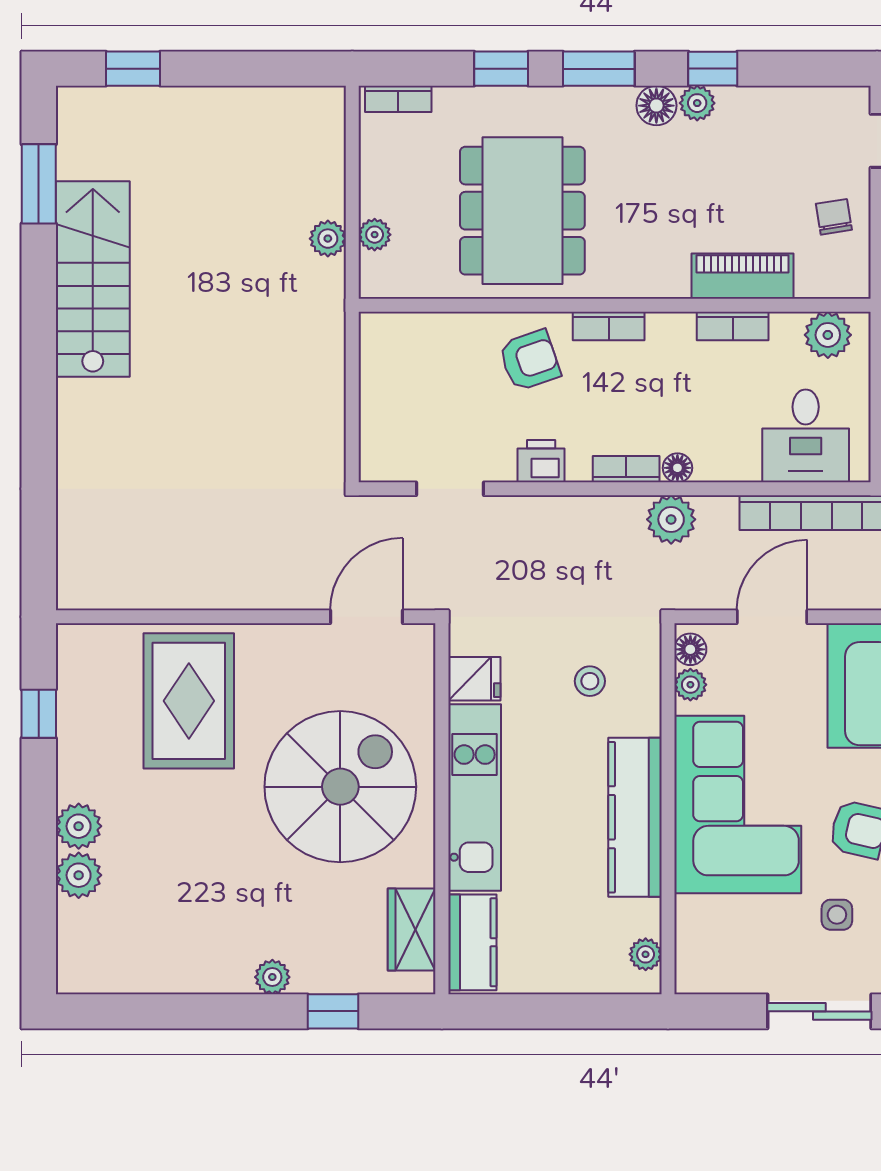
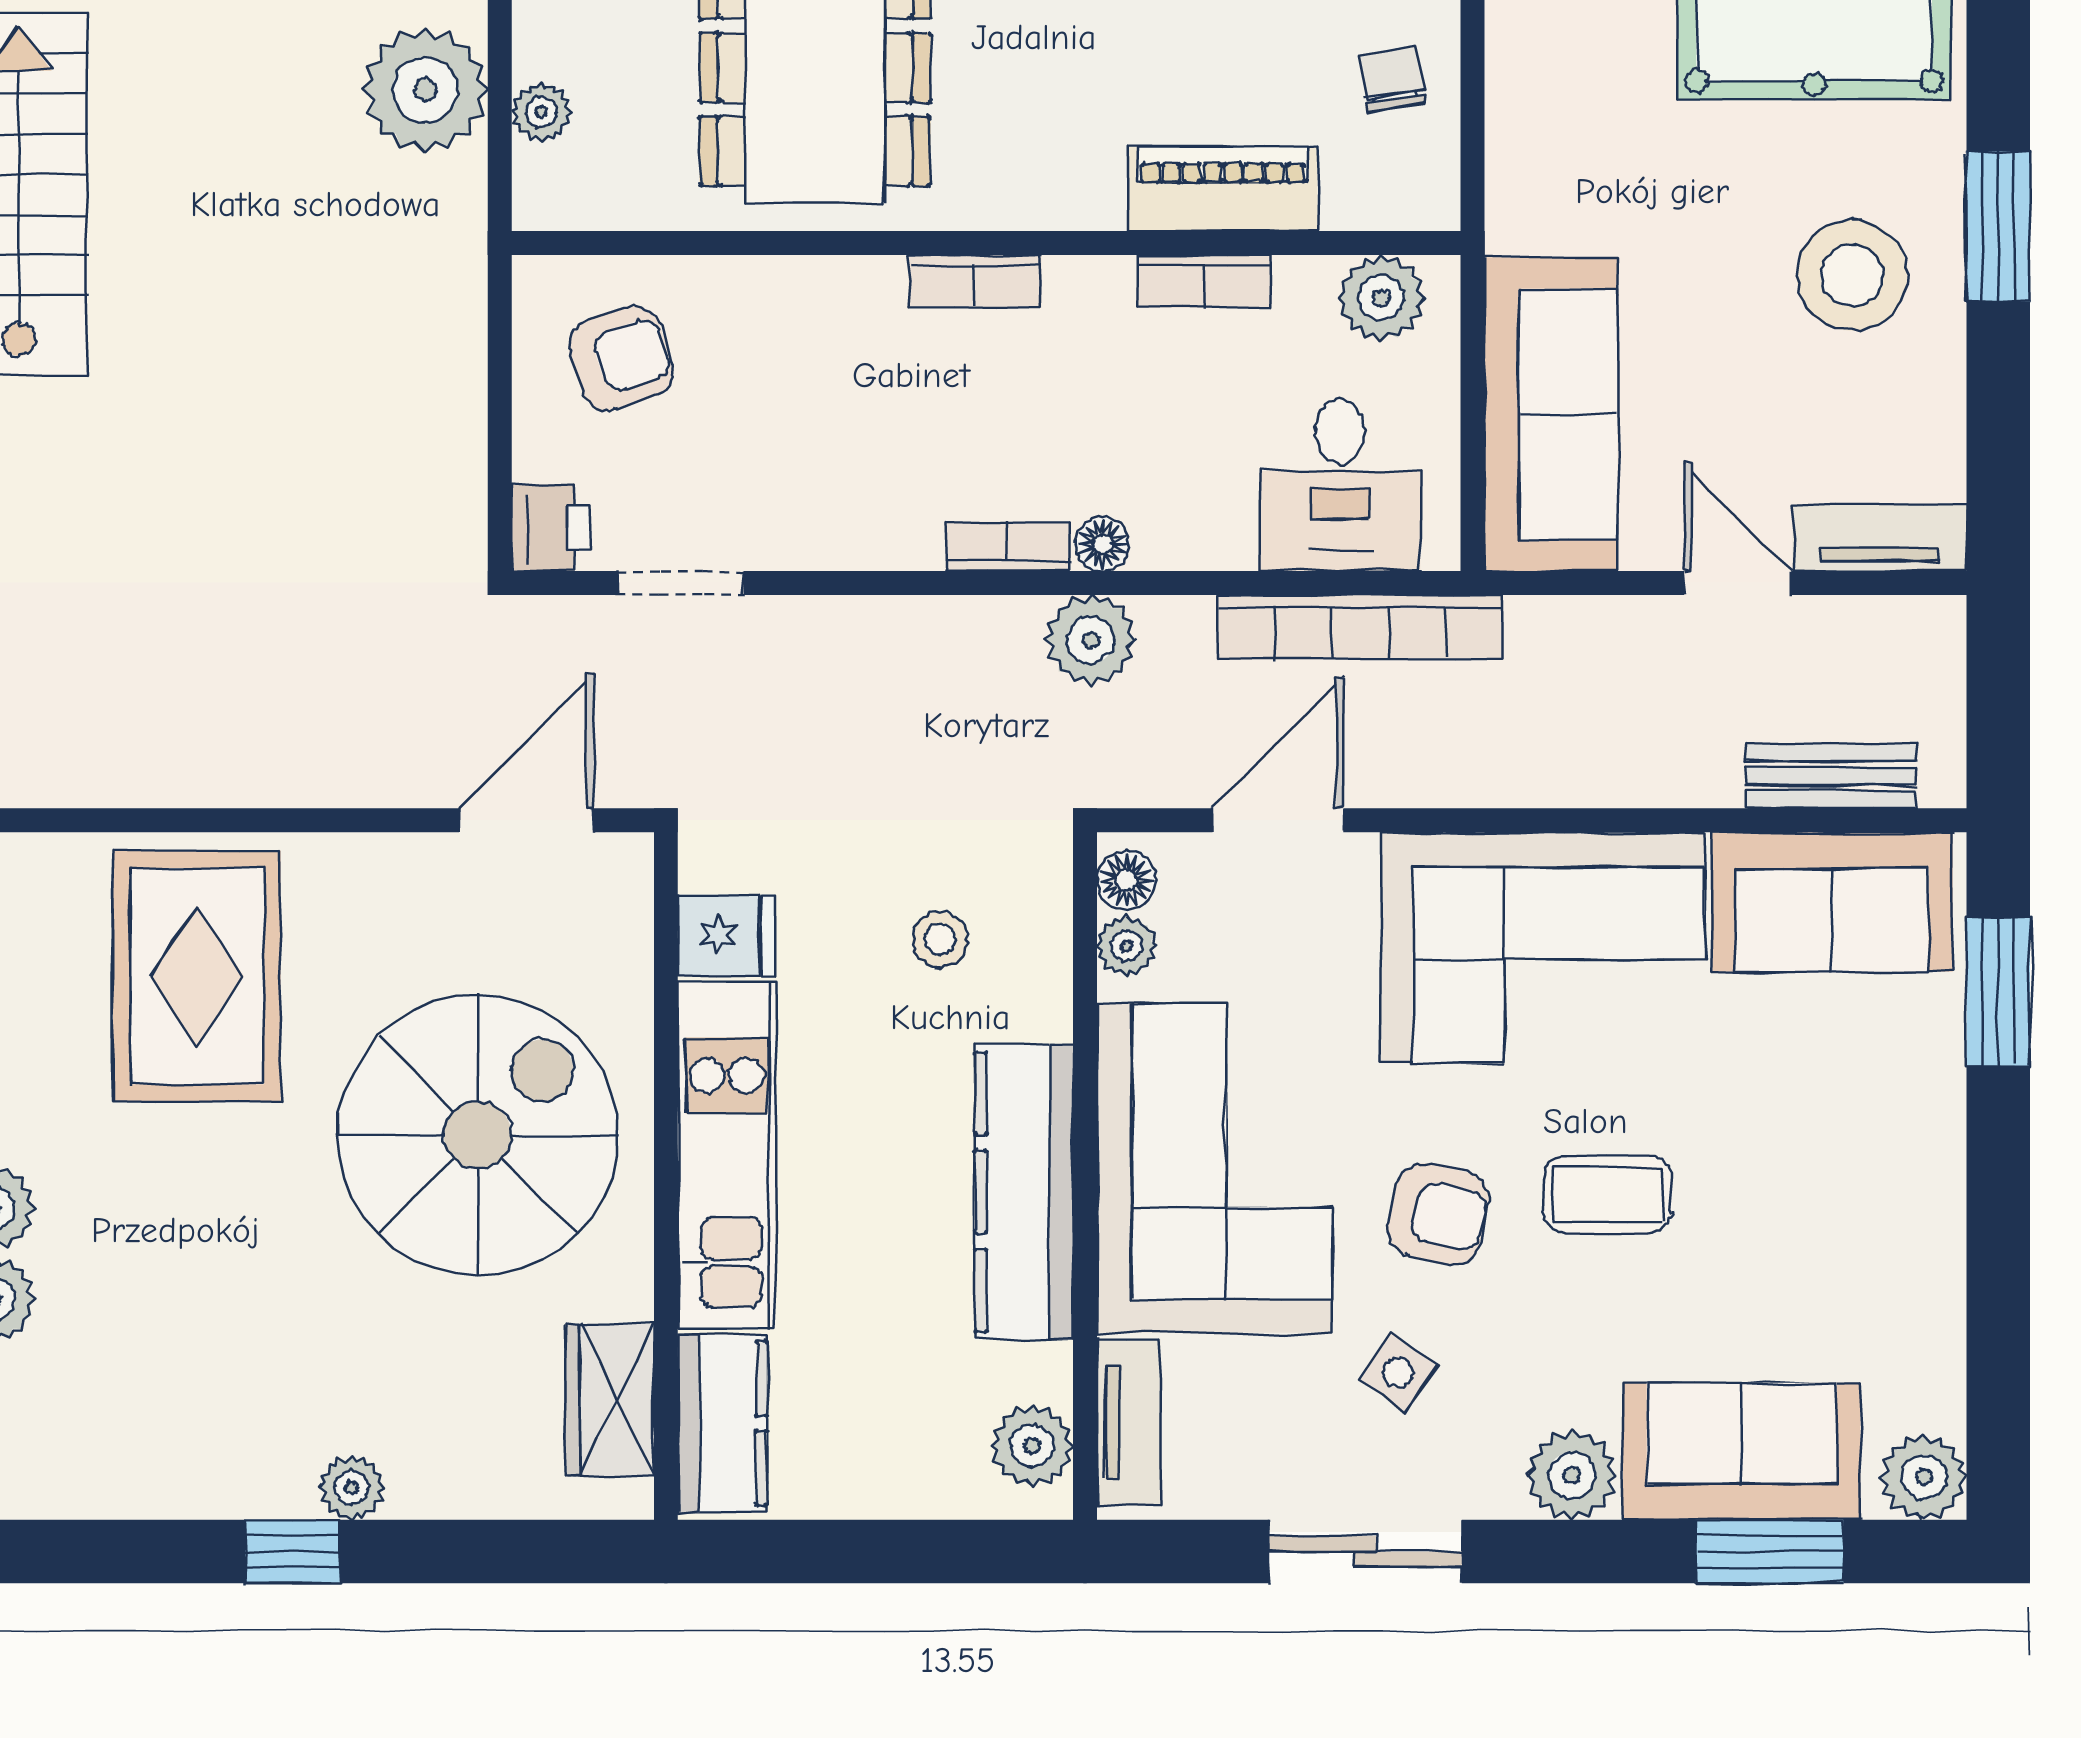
plant: (328, 239) -> (425, 90), width x1.88, depth x1.88
armchair: (530, 360) -> (621, 358), moved
printer: (541, 461) -> (551, 528), moved, turned 90
side table: (837, 915) -> (1398, 1372), turned 36
tv unit: (692, 942) -> (1129, 1422), added
plant: (646, 954) -> (1032, 1446), width x1.38, depth x1.38
window: (333, 1011) -> (292, 1552), moved

